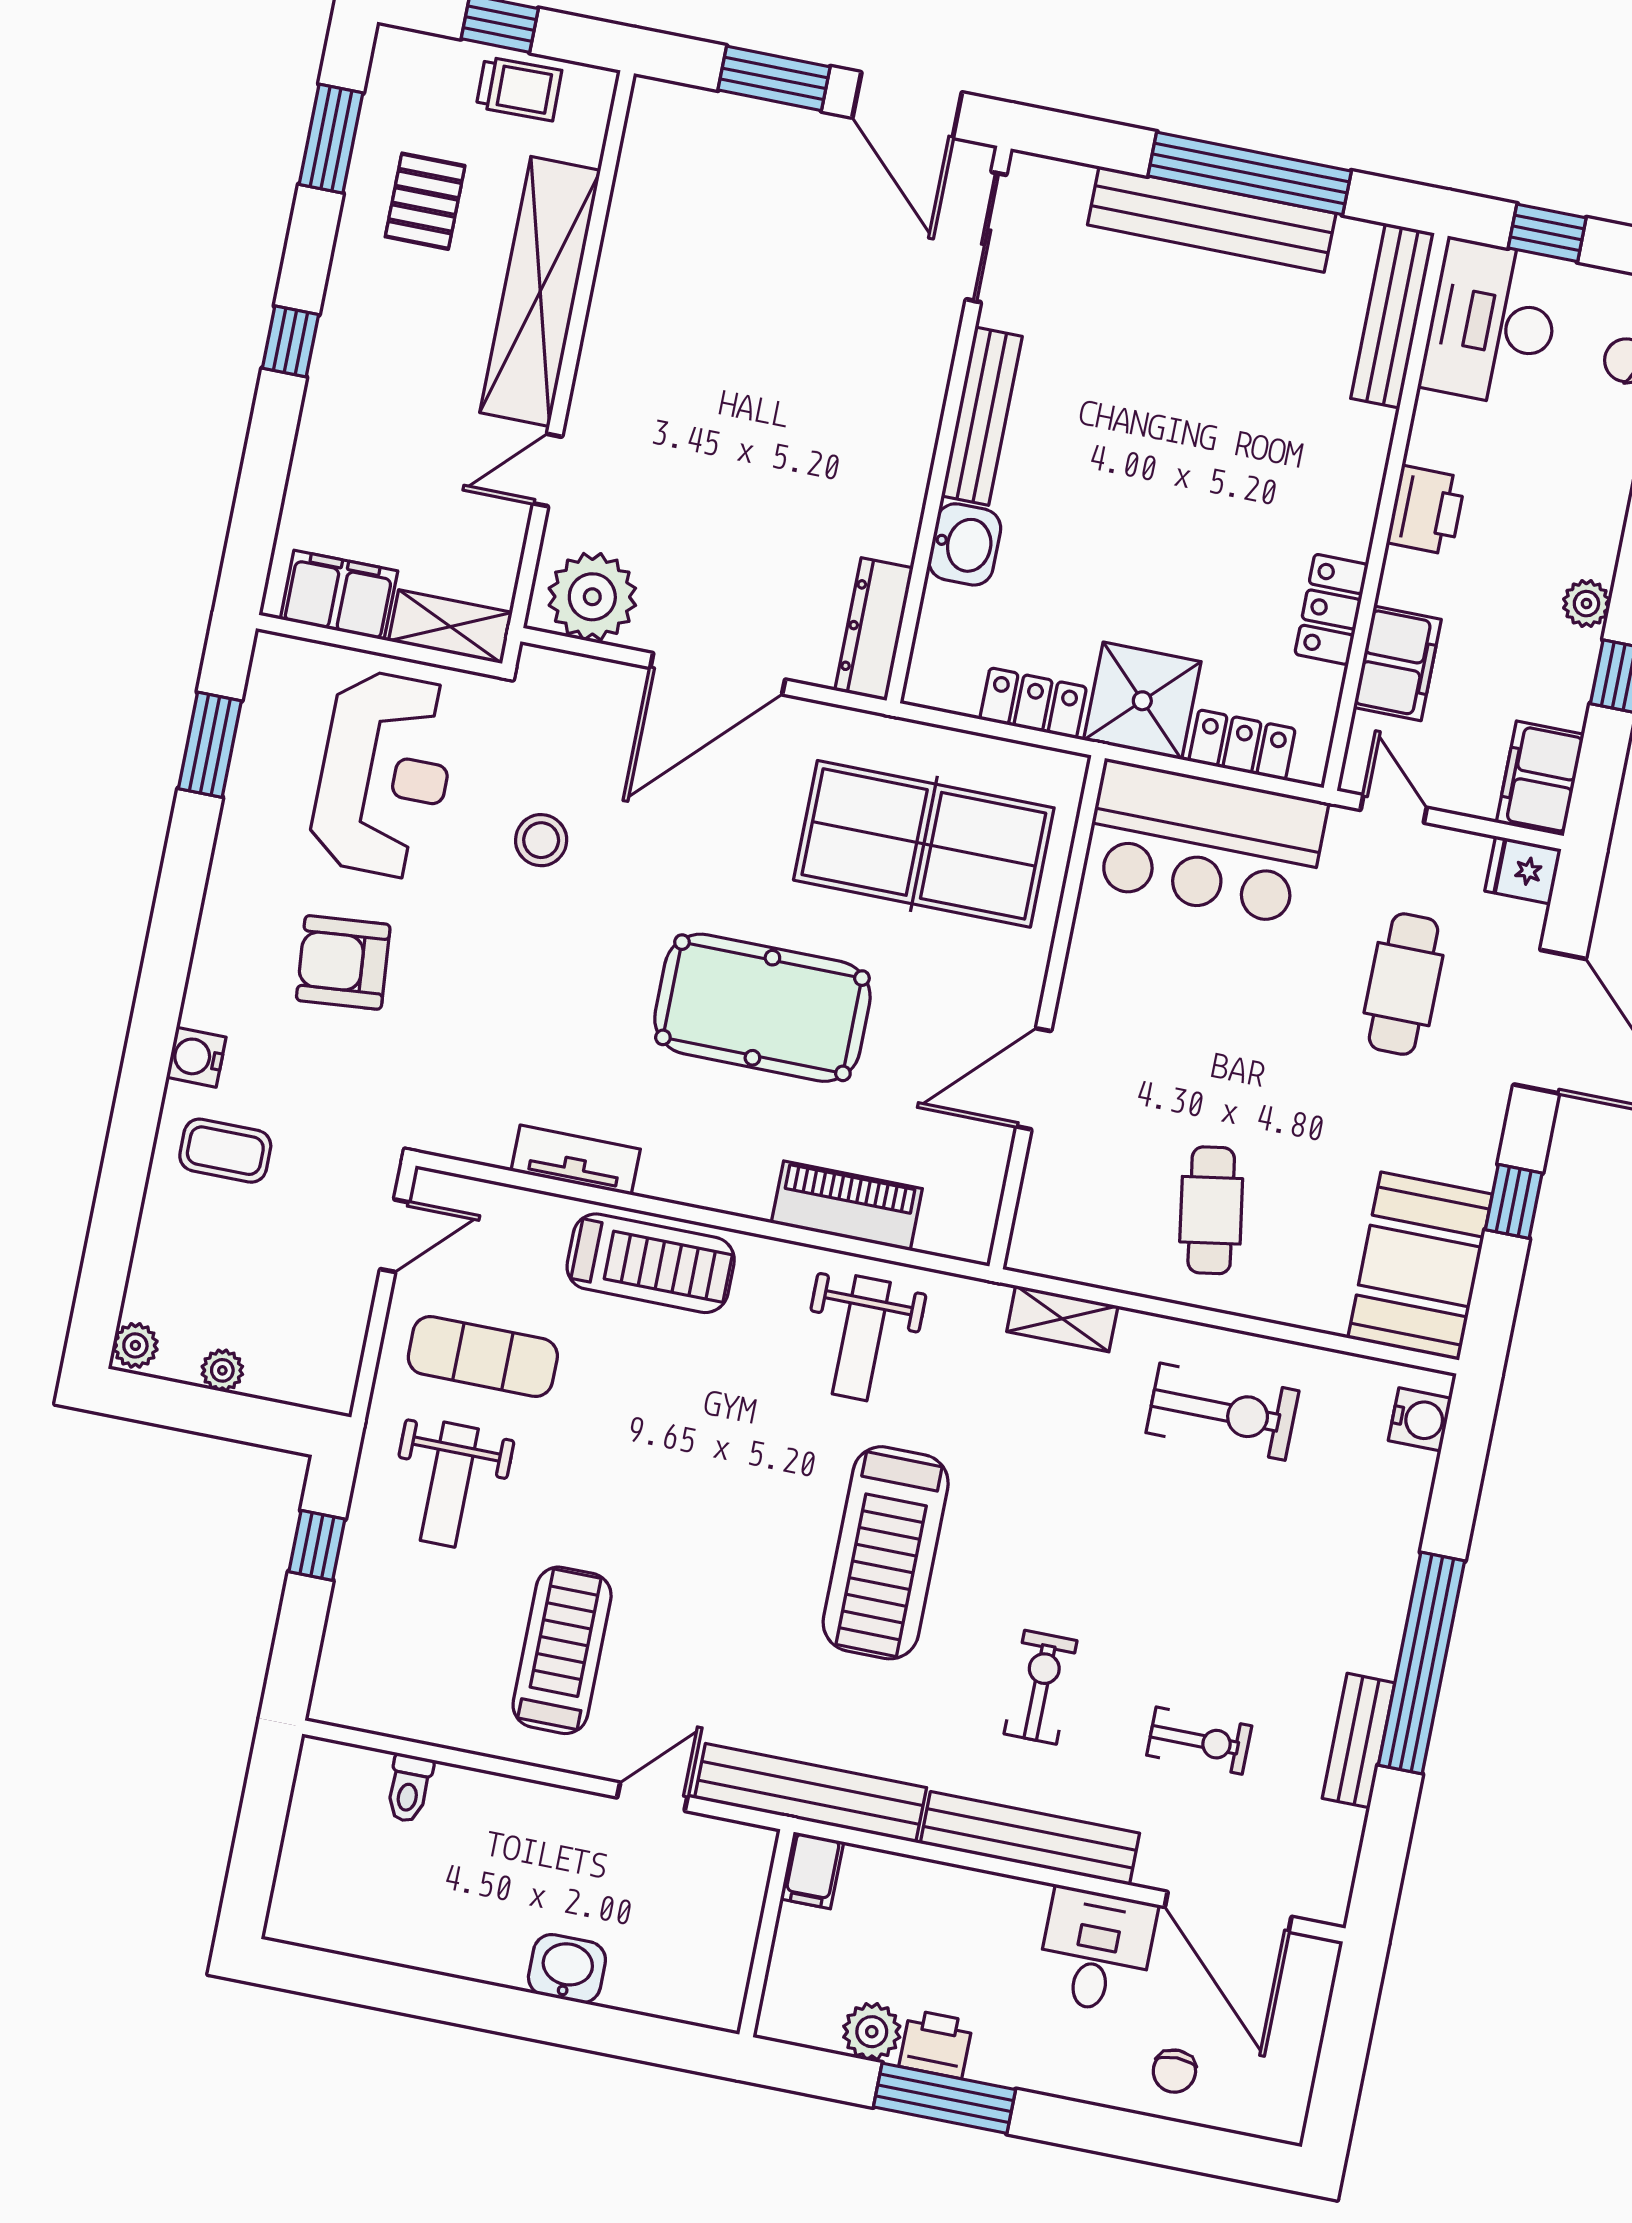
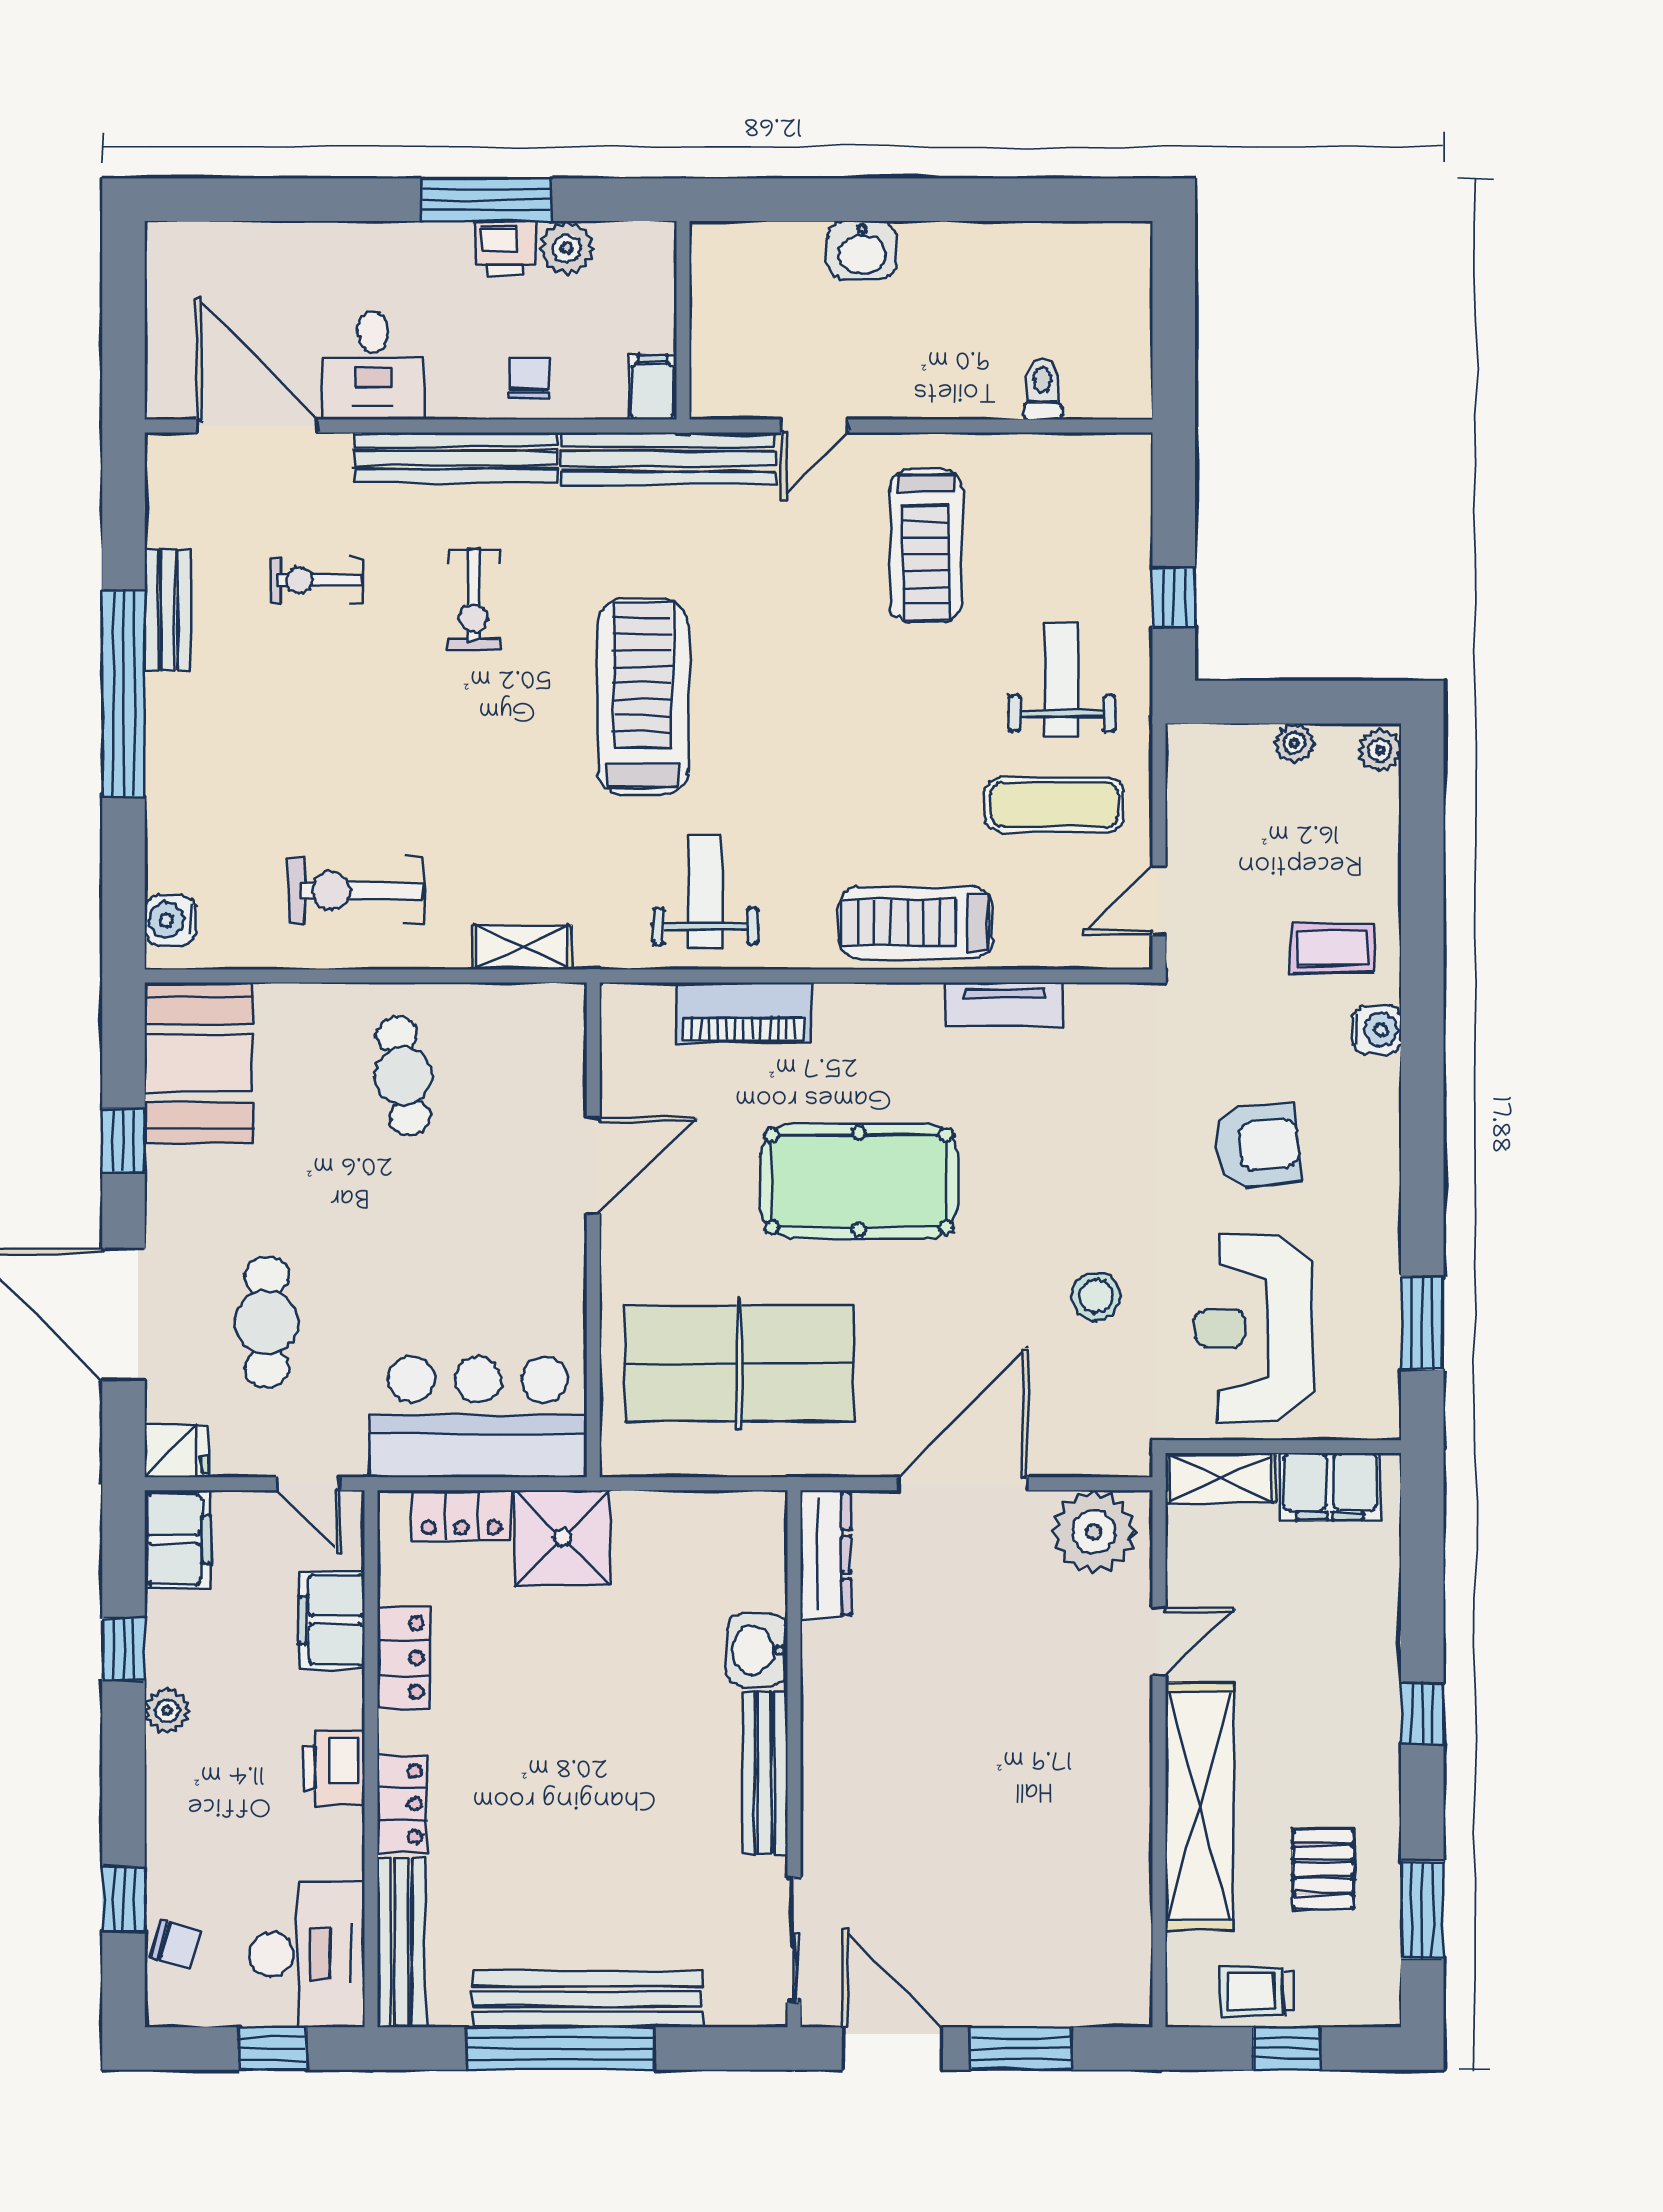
locker: (1033, 703) -> (402, 1804), moved, turned -90
chair: (1174, 2071) -> (529, 379), moved

